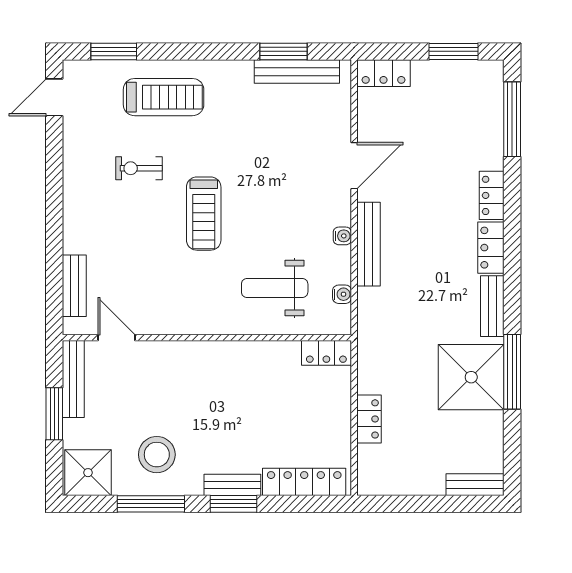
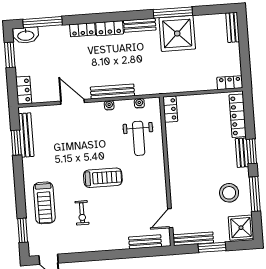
washbasin: (489, 85) -> (26, 35), added
treadmill: (164, 97) -> (44, 203), turned 180
locker: (369, 419) -> (230, 83), moved

